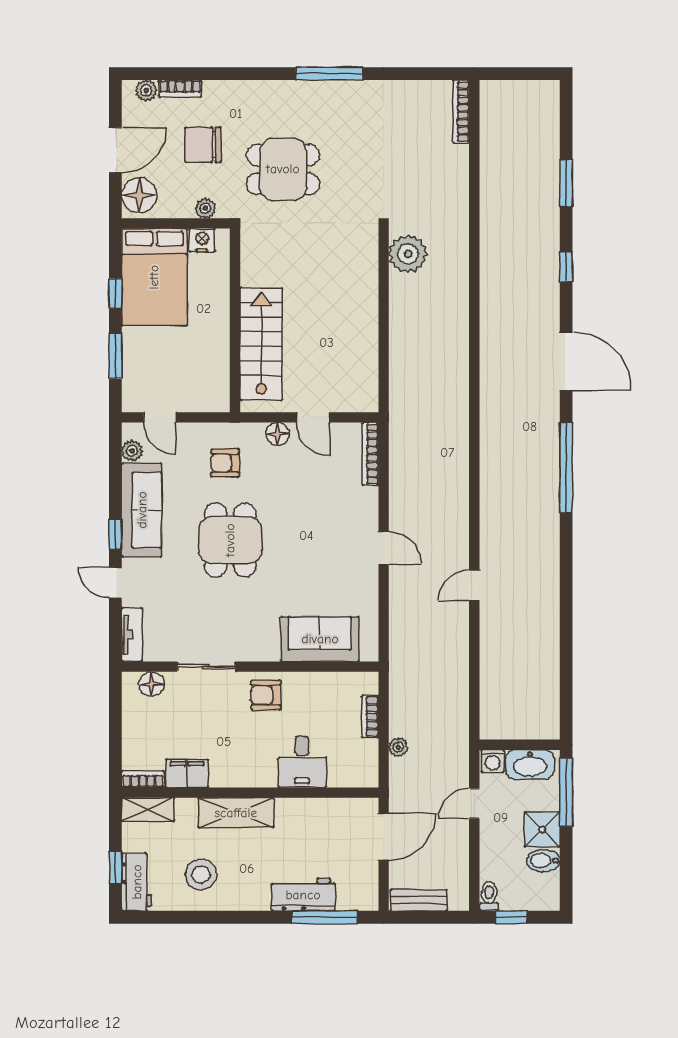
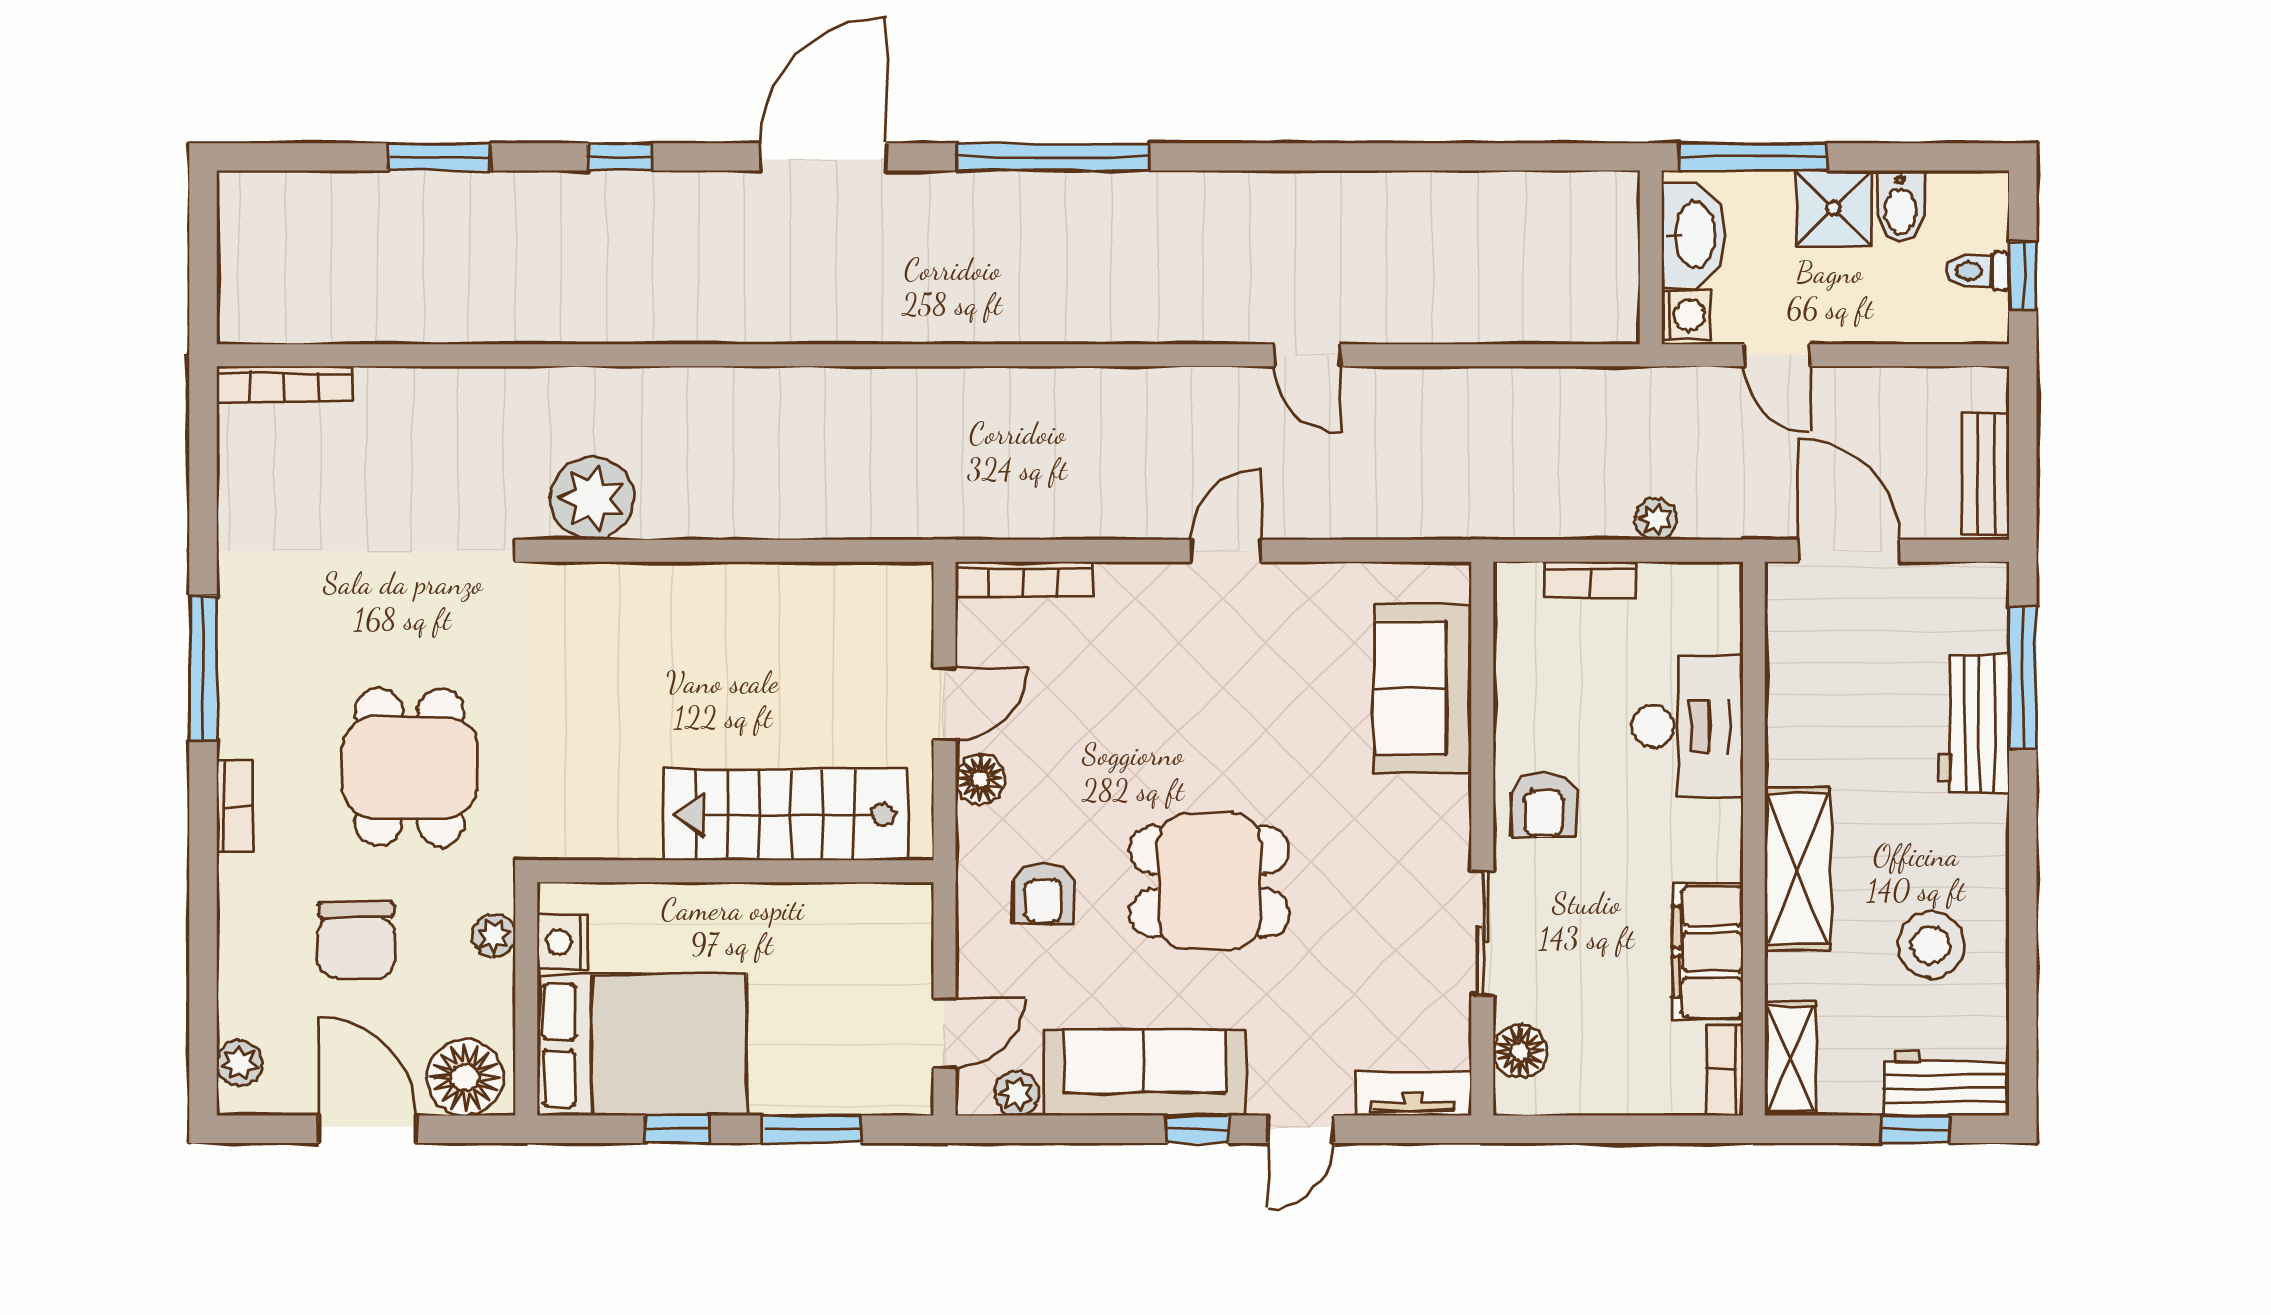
bookcase: (180, 88) -> (235, 806), moved
desk: (302, 762) -> (1687, 726), width x1.37
filing cabinet: (187, 773) -> (1707, 952), width x1.50, depth x1.17
toilet: (489, 896) -> (1978, 271), moved

